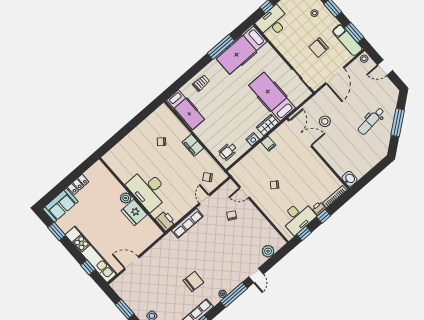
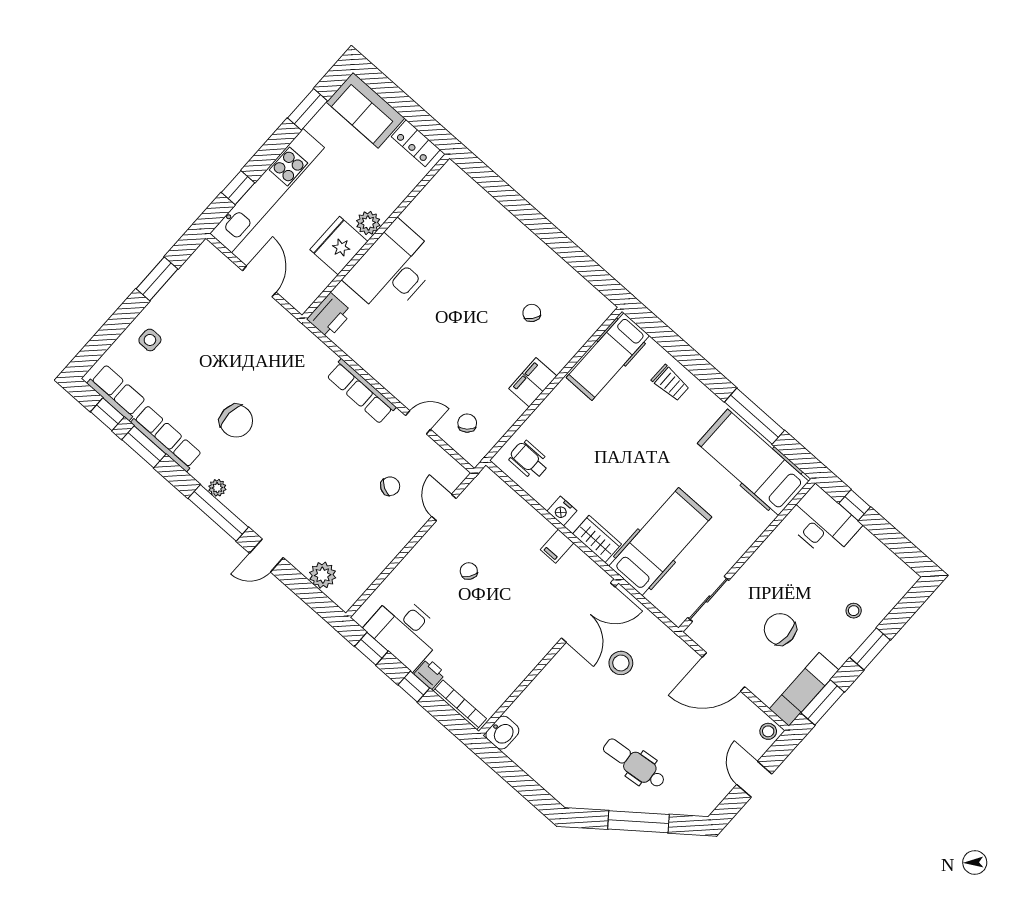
desk: (148, 190) -> (393, 269), moved
wall: (132, 195) -> (376, 237), moved
plant: (126, 198) -> (368, 223), moved
fridge: (134, 213) -> (339, 246), moved
printer: (165, 221) -> (329, 316), moved

